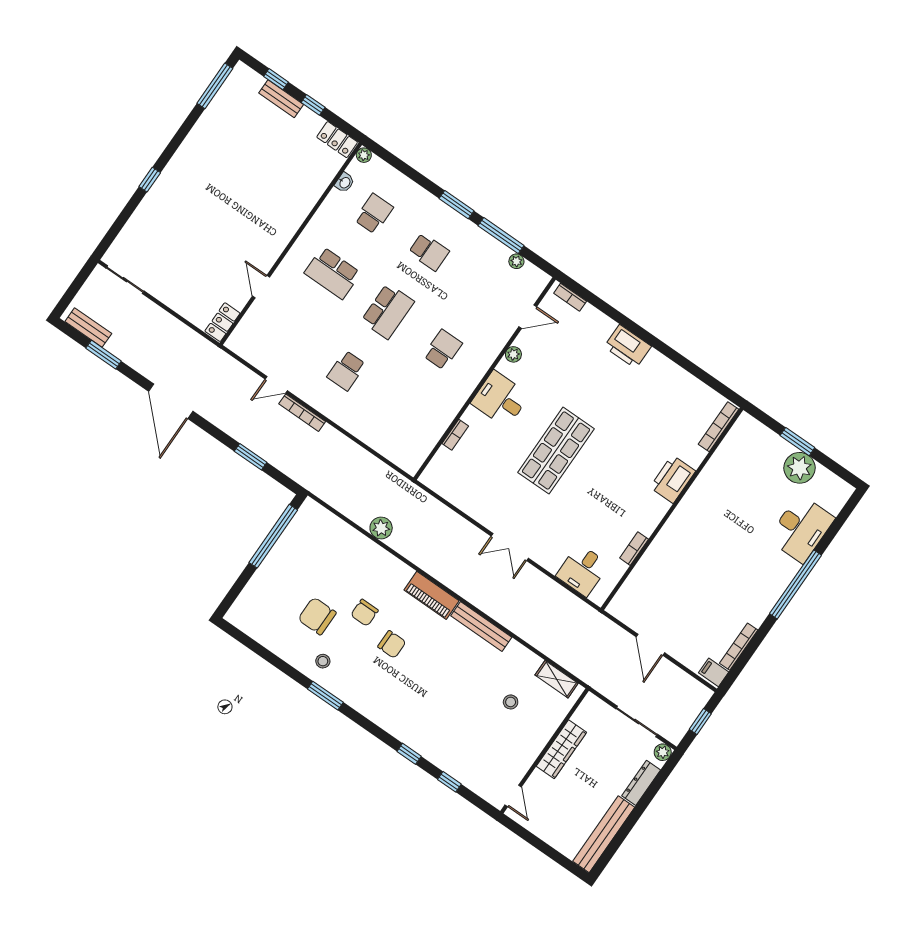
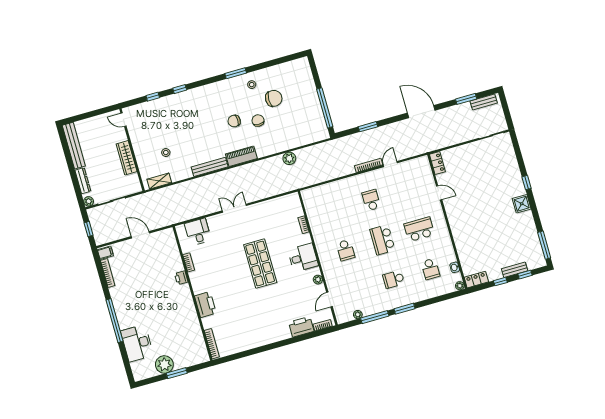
shower: (184, 163) -> (522, 204), added
printer: (628, 347) -> (301, 327), moved
printer: (663, 542) -> (181, 278), added

